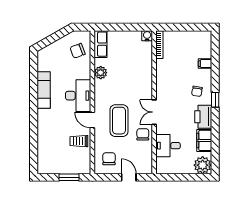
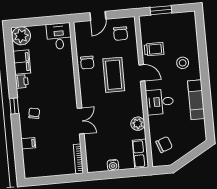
water cooler: (147, 36) -> (113, 165), moved
desk: (78, 96) -> (160, 102), width x0.73
double door: (154, 112) -> (81, 121), moved
printer: (203, 117) -> (22, 81), width x0.53, depth x0.68
stool: (53, 126) -> (183, 63), added
desk: (168, 146) -> (59, 36), moved, turned -90
door: (129, 177) -> (98, 16), hinge flipped

